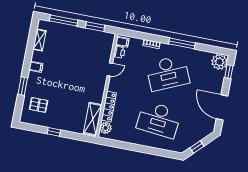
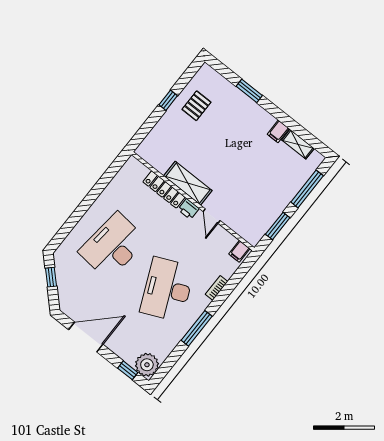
printer: (119, 52) -> (188, 209), moved
filing cabinet: (36, 67) -> (278, 131), moved
pallet: (39, 105) -> (196, 106), moved
shelving: (93, 119) -> (188, 183), moved
plant: (106, 128) -> (138, 171), removed

